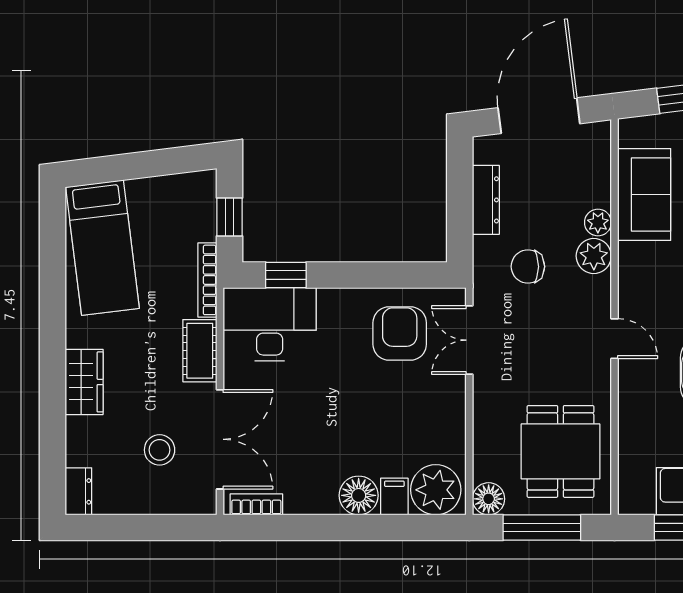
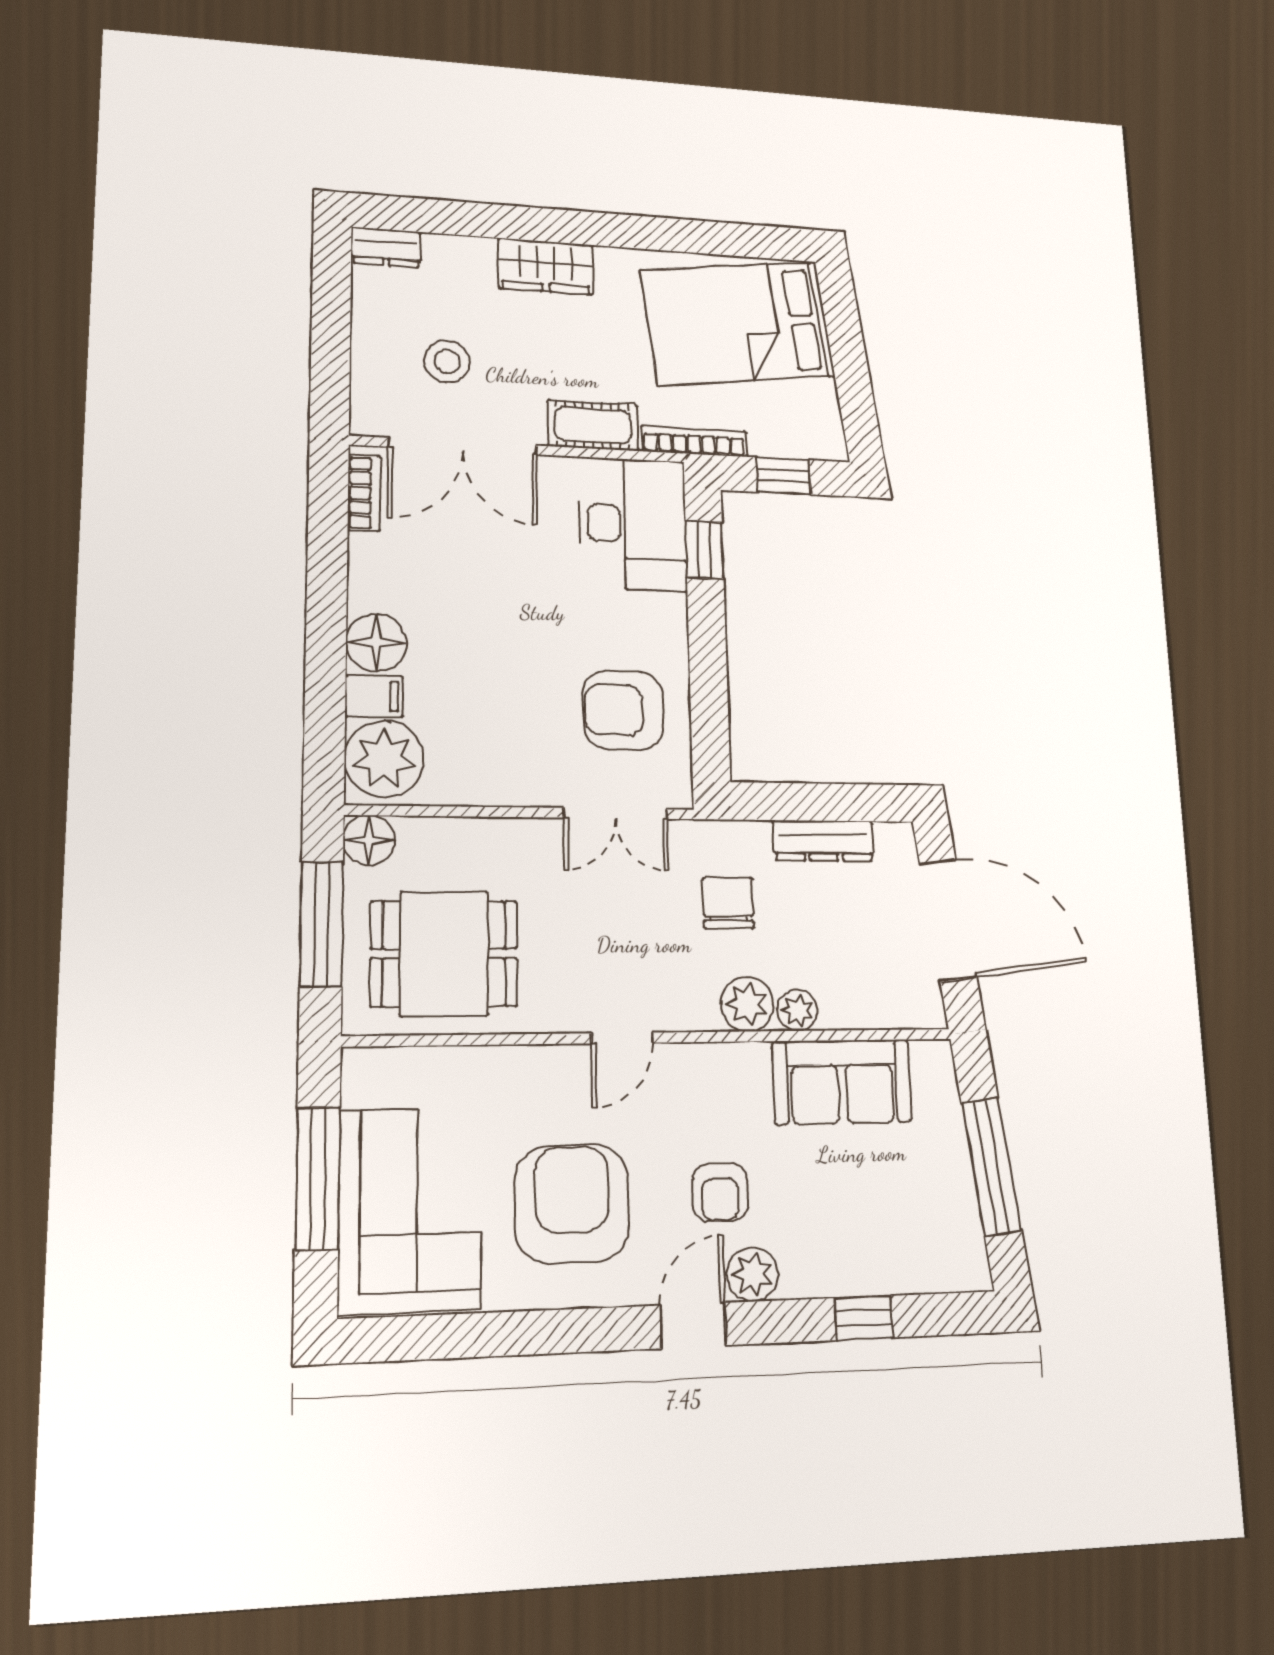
bed: (102, 248) -> (738, 323), width x1.50
armchair: (400, 334) -> (623, 710), turned 180
double door: (469, 340) -> (616, 813), swing flipped

